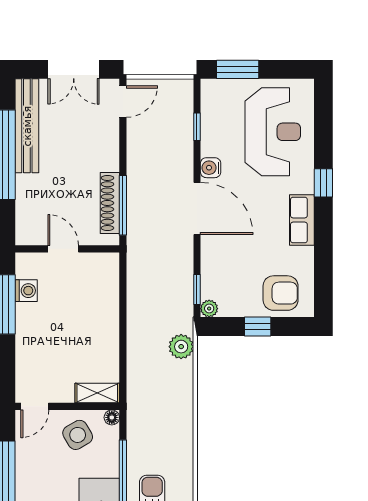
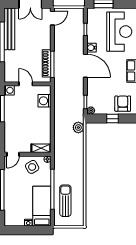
washing machine: (105, 287) -> (44, 101), added
washing machine: (26, 291) -> (9, 90), moved
armchair: (281, 293) -> (123, 104), turned -90

